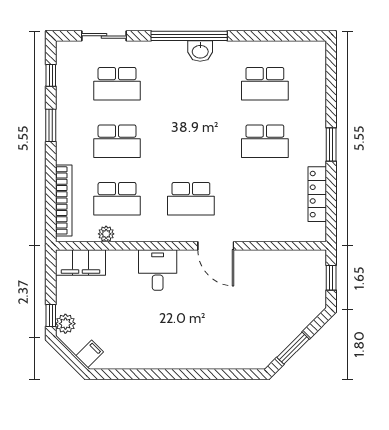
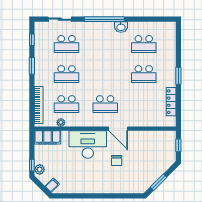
washbasin: (200, 51) -> (121, 27), moved
desk: (158, 270) -> (88, 145), width x1.87, depth x1.30
chair: (213, 307) -> (117, 160), added

